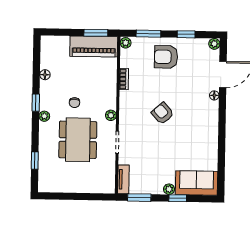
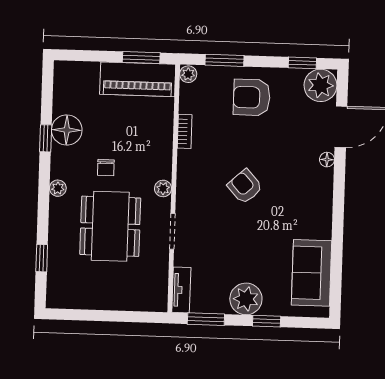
window: (186, 34) -> (302, 63), moved
plant: (214, 44) -> (320, 85), width x1.88, depth x1.88
floor lamp: (45, 75) -> (67, 130), width x1.89, depth x1.89
window: (36, 103) -> (46, 138), moved
sofa: (197, 183) -> (312, 273), moved, turned -90
plant: (169, 189) -> (246, 299), width x1.88, depth x1.88

